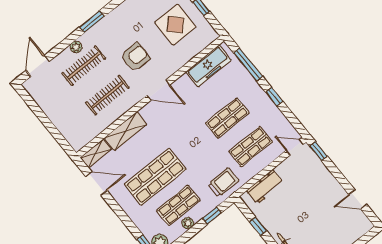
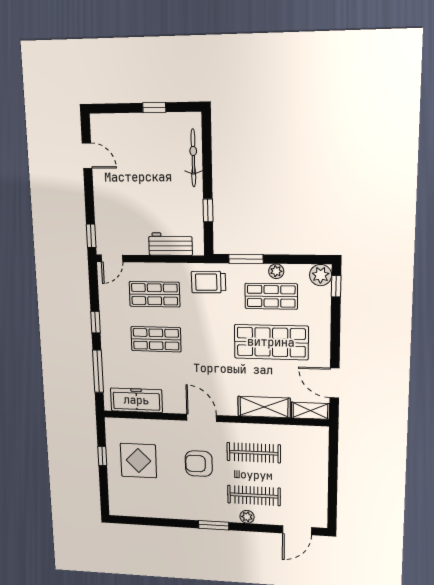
door: (295, 147) -> (112, 258), hinge flipped
window: (212, 216) -> (246, 259), width x1.50

